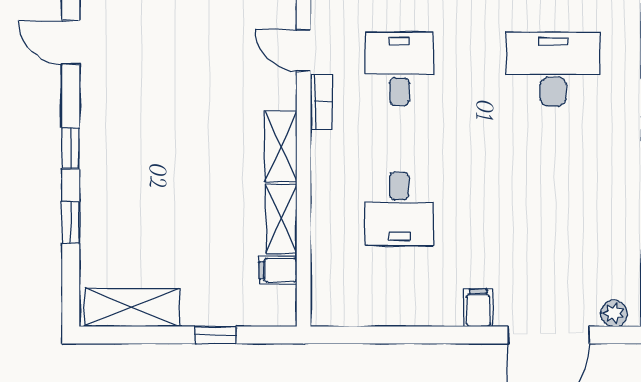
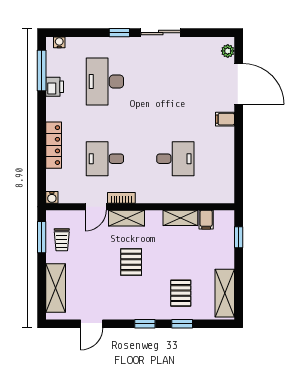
pallet: (194, 121) -> (131, 262), added
shelving: (281, 146) -> (127, 218), moved
pallet: (132, 220) -> (181, 293), added
window: (216, 335) -> (239, 237), moved

